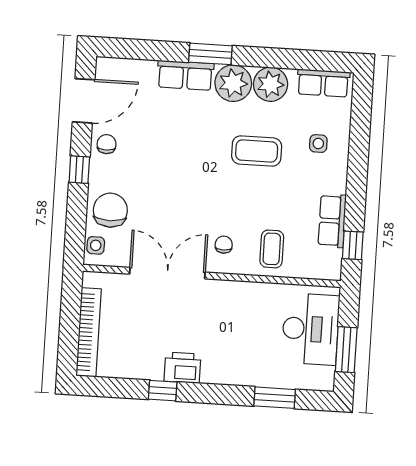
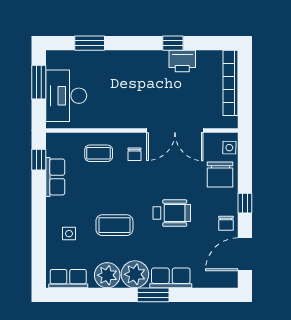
wheelchair: (179, 162) -> (172, 213), added
coffee table: (272, 249) -> (99, 153), turned 90
printer: (182, 368) -> (182, 61), moved

